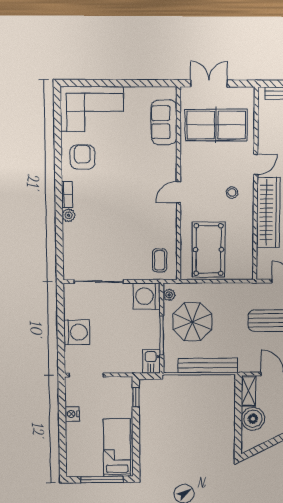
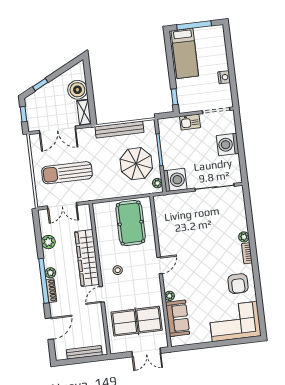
plant: (171, 152) -> (169, 296), added
coffee table: (160, 260) -> (168, 210), removed
kitchen sink: (151, 361) -> (190, 122), moved, turned 90

